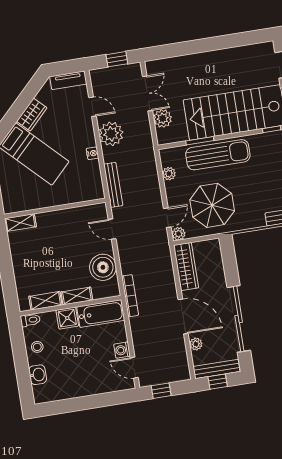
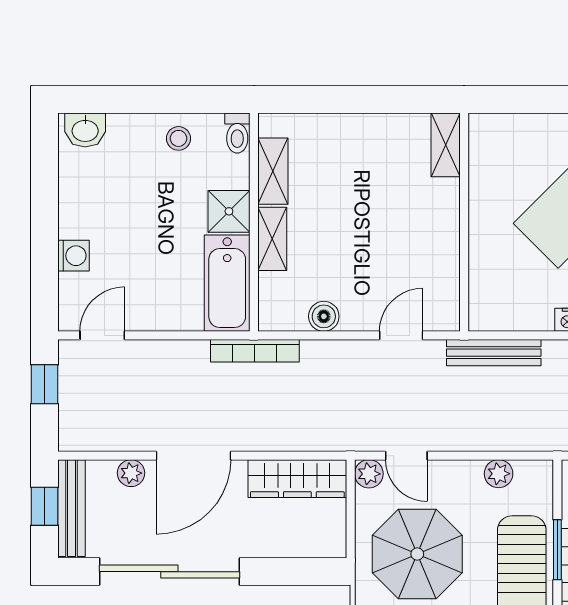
boiler: (103, 267) -> (324, 316), width x0.54, depth x0.54
washing machine: (122, 350) -> (73, 256), moved, turned 90
washbasin: (38, 375) -> (85, 130), moved

